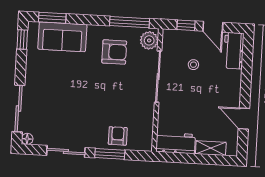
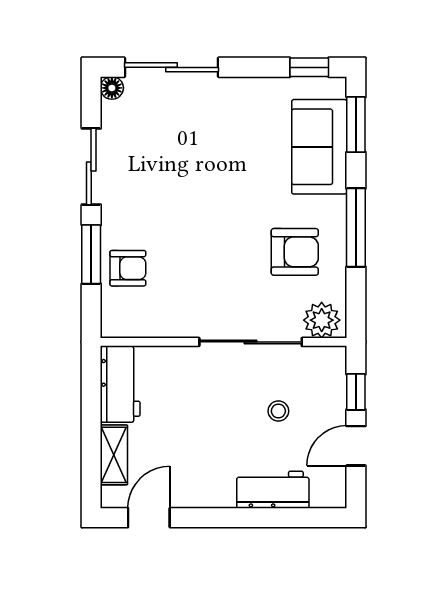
window: (130, 22) -> (356, 228), moved
workbench: (234, 51) -> (273, 490), moved
armchair: (114, 52) -> (295, 252), turned -90
door: (244, 119) -> (149, 518), moved

